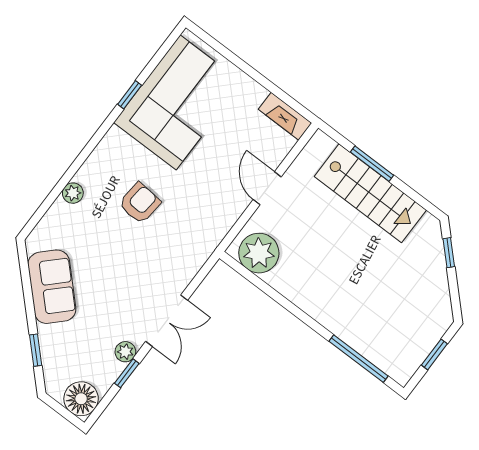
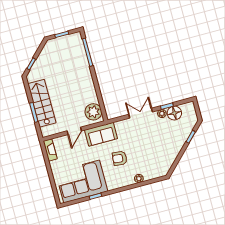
sofa: (52, 287) -> (101, 134), moved, turned -135
floor lamp: (81, 399) -> (174, 113), moved

